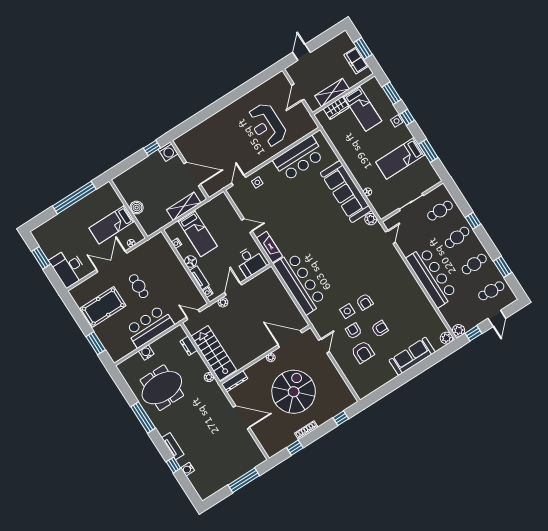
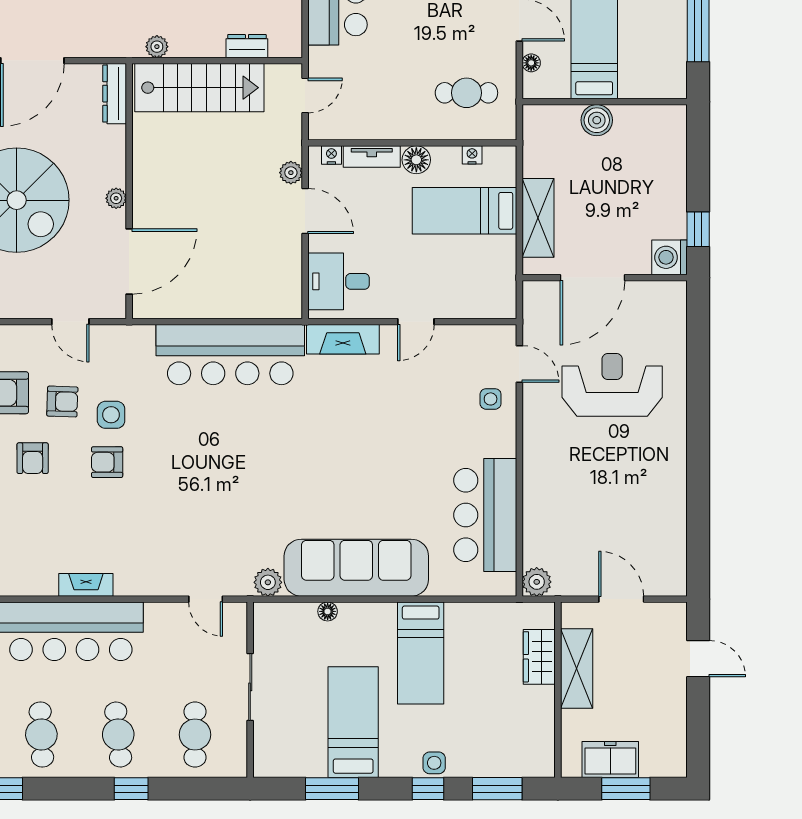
bed: (362, 109) -> (421, 653), moved, turned -90
reception desk: (267, 125) -> (612, 385), moved
plant: (311, 126) -> (537, 582), added
fireplace: (412, 282) -> (86, 585), added
cafe table: (139, 286) -> (466, 93), moved

